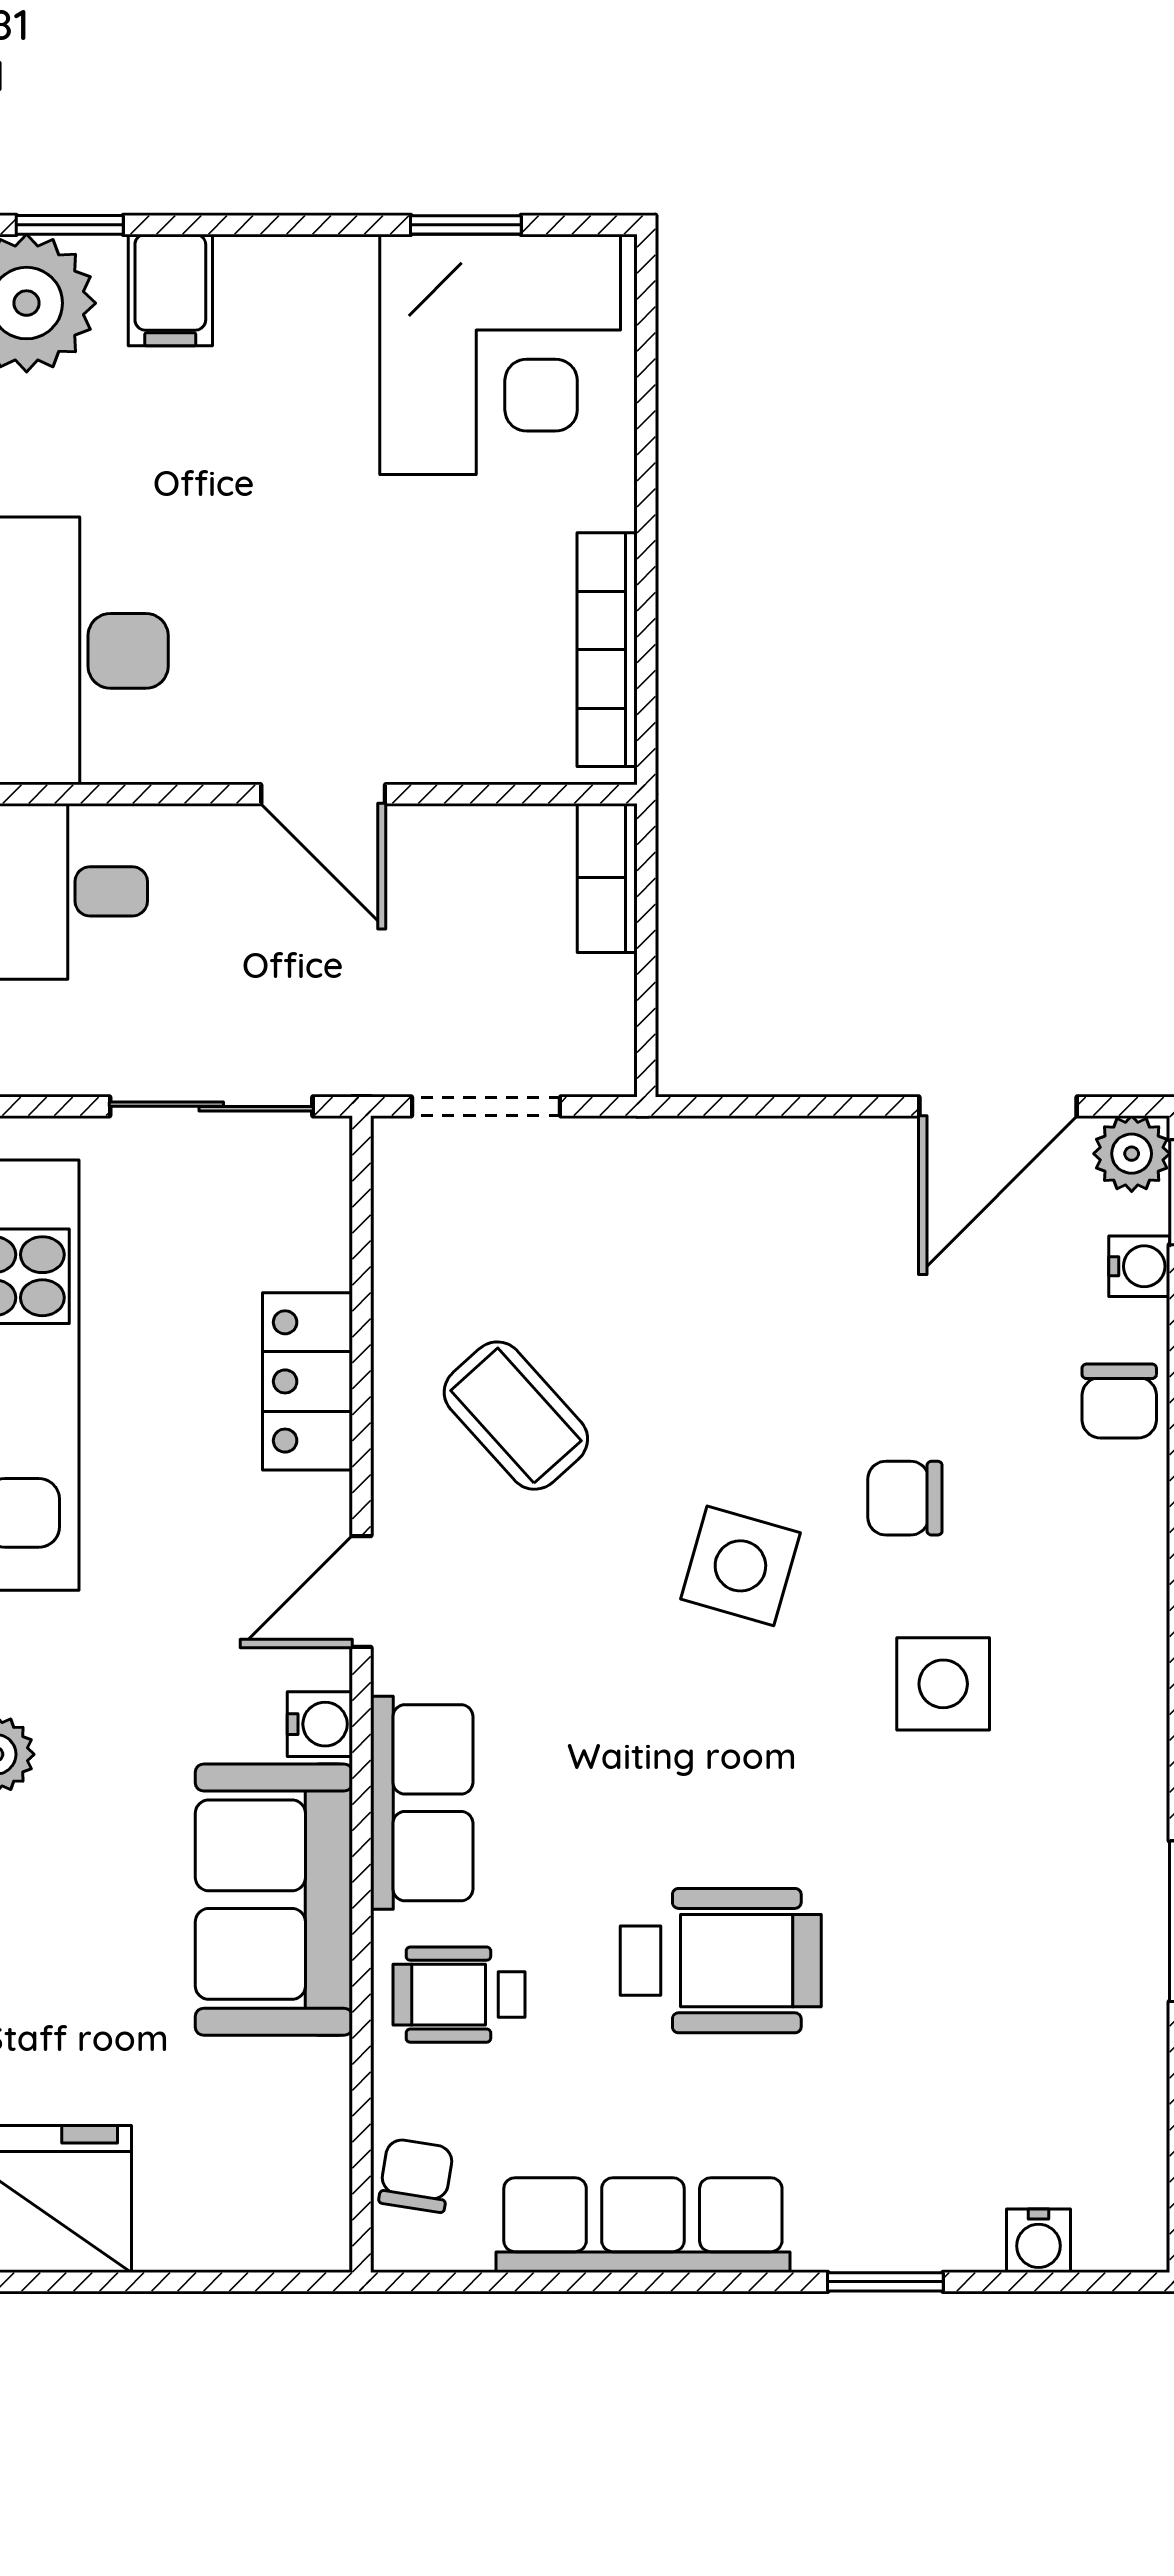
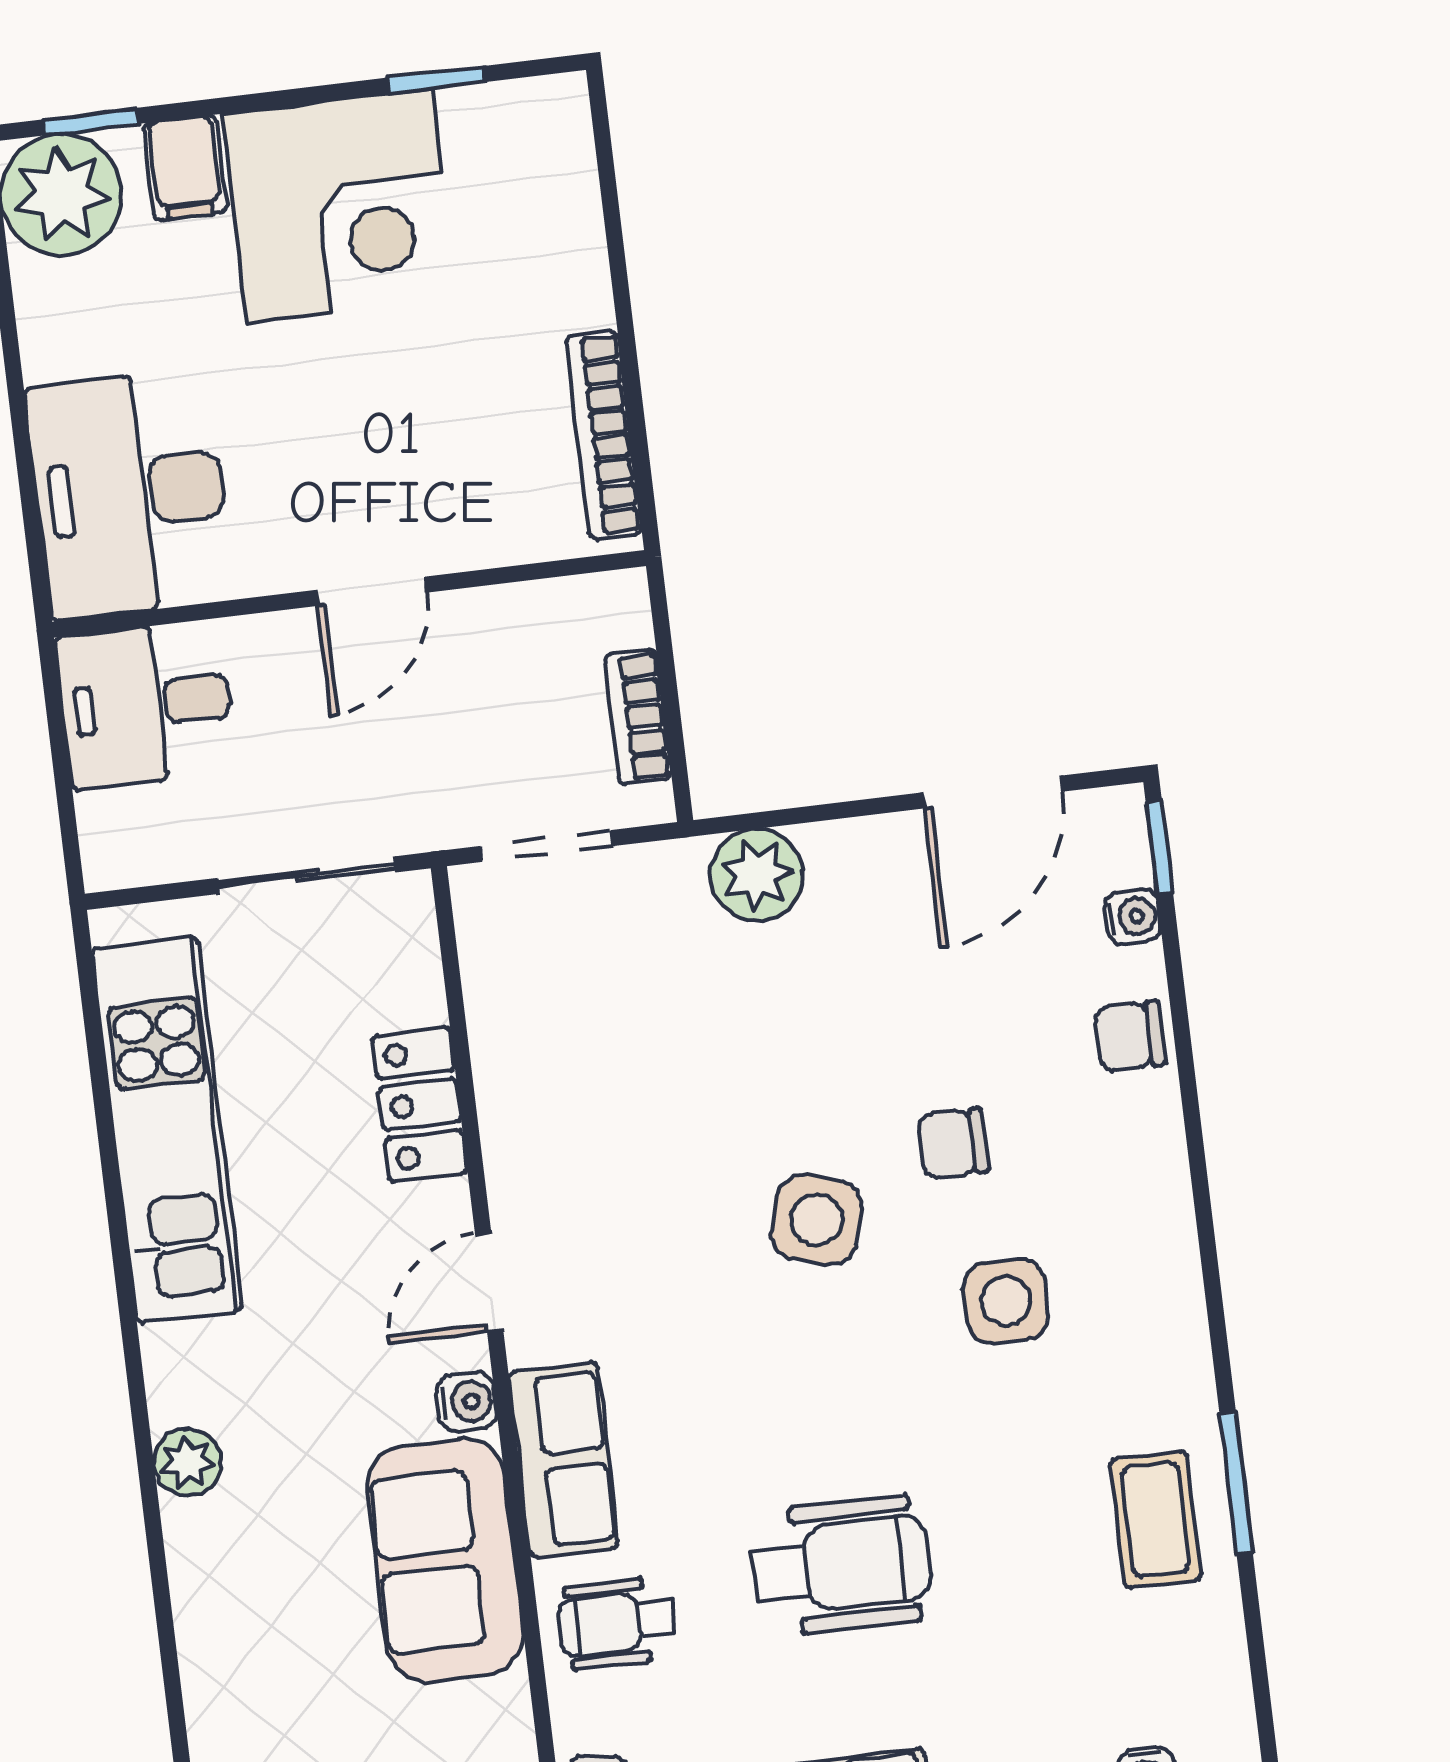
corner desk: (500, 354) -> (340, 206), moved
door: (323, 794) -> (372, 591), hinge flipped
bookcase: (607, 878) -> (638, 717), moved
plant: (1132, 1154) -> (757, 875), moved, width x1.38, depth x1.38
chair: (1119, 1401) -> (1129, 1036), turned 90
coffee table: (516, 1416) -> (1155, 1520), moved, turned 42

